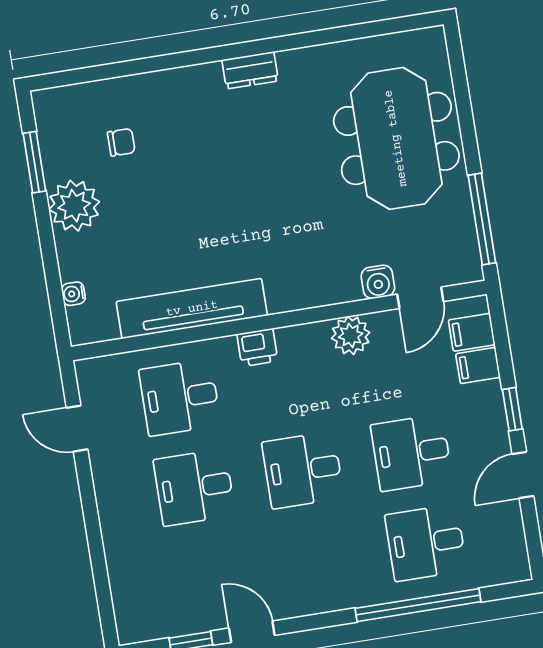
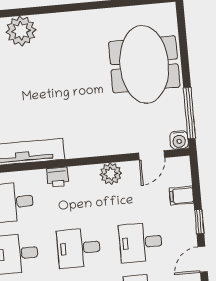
dresser: (250, 70) -> (64, 20), removed
plant: (175, 94) -> (21, 31), added
water cooler: (378, 282) -> (179, 140), moved
filing cabinet: (472, 332) -> (179, 177), removed

